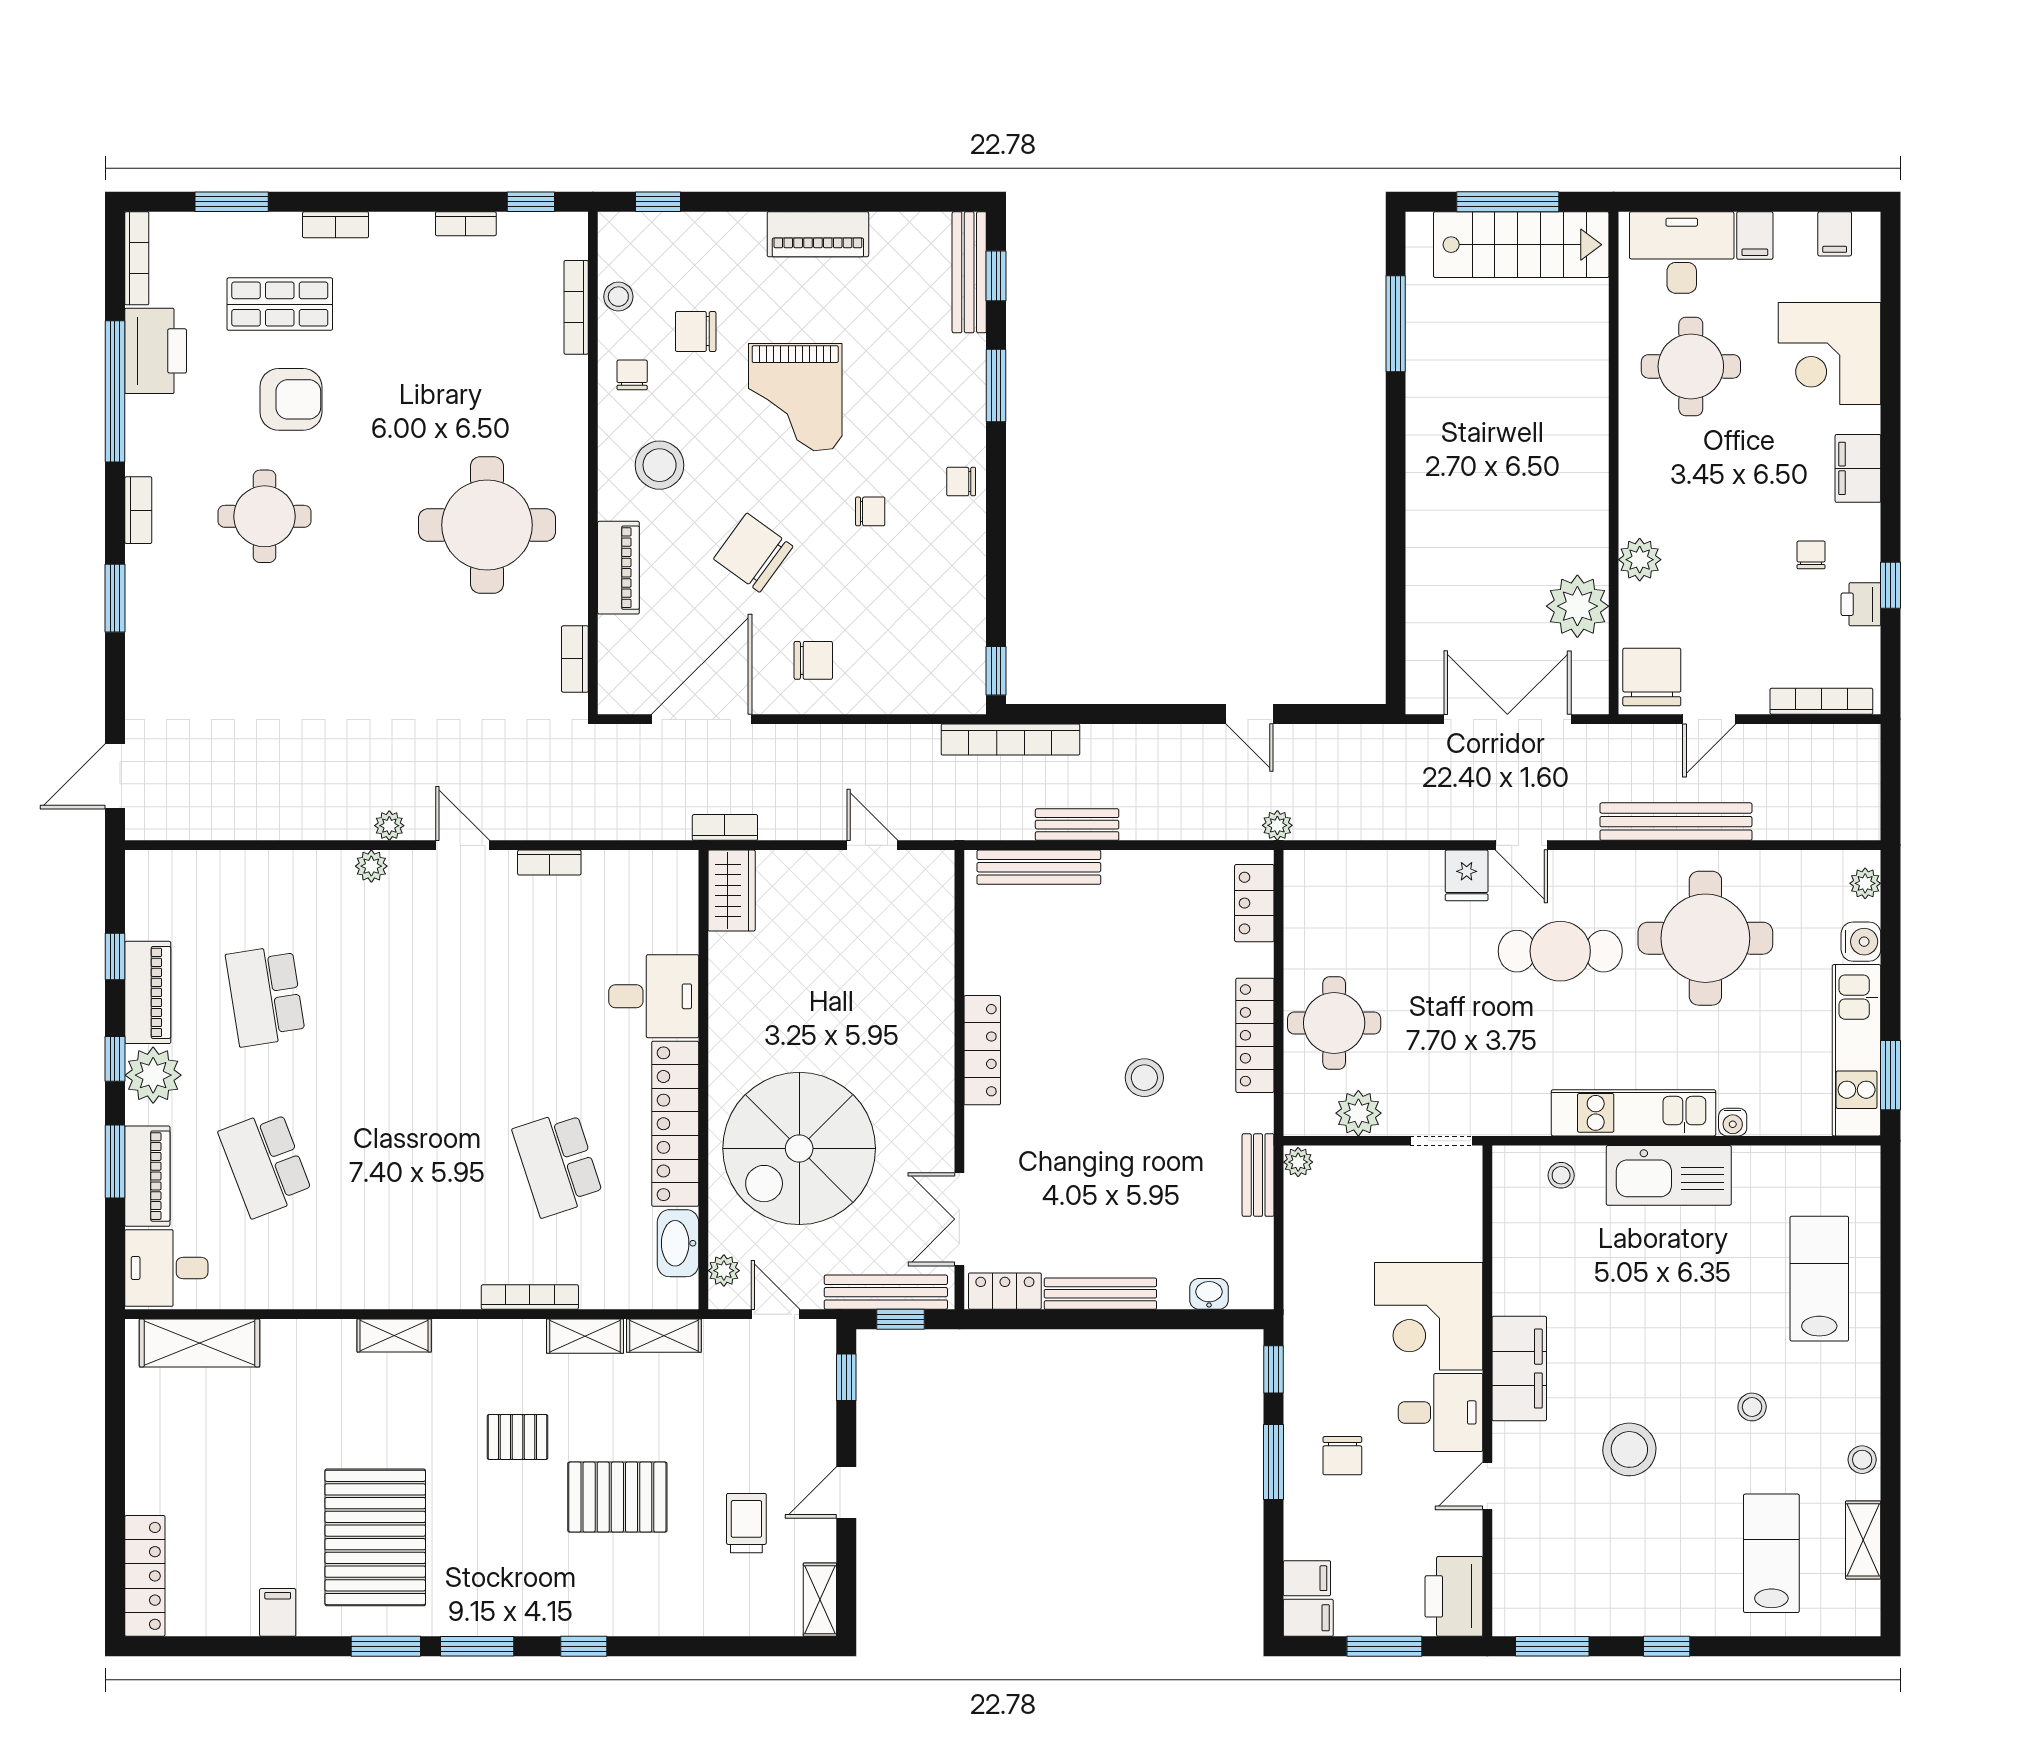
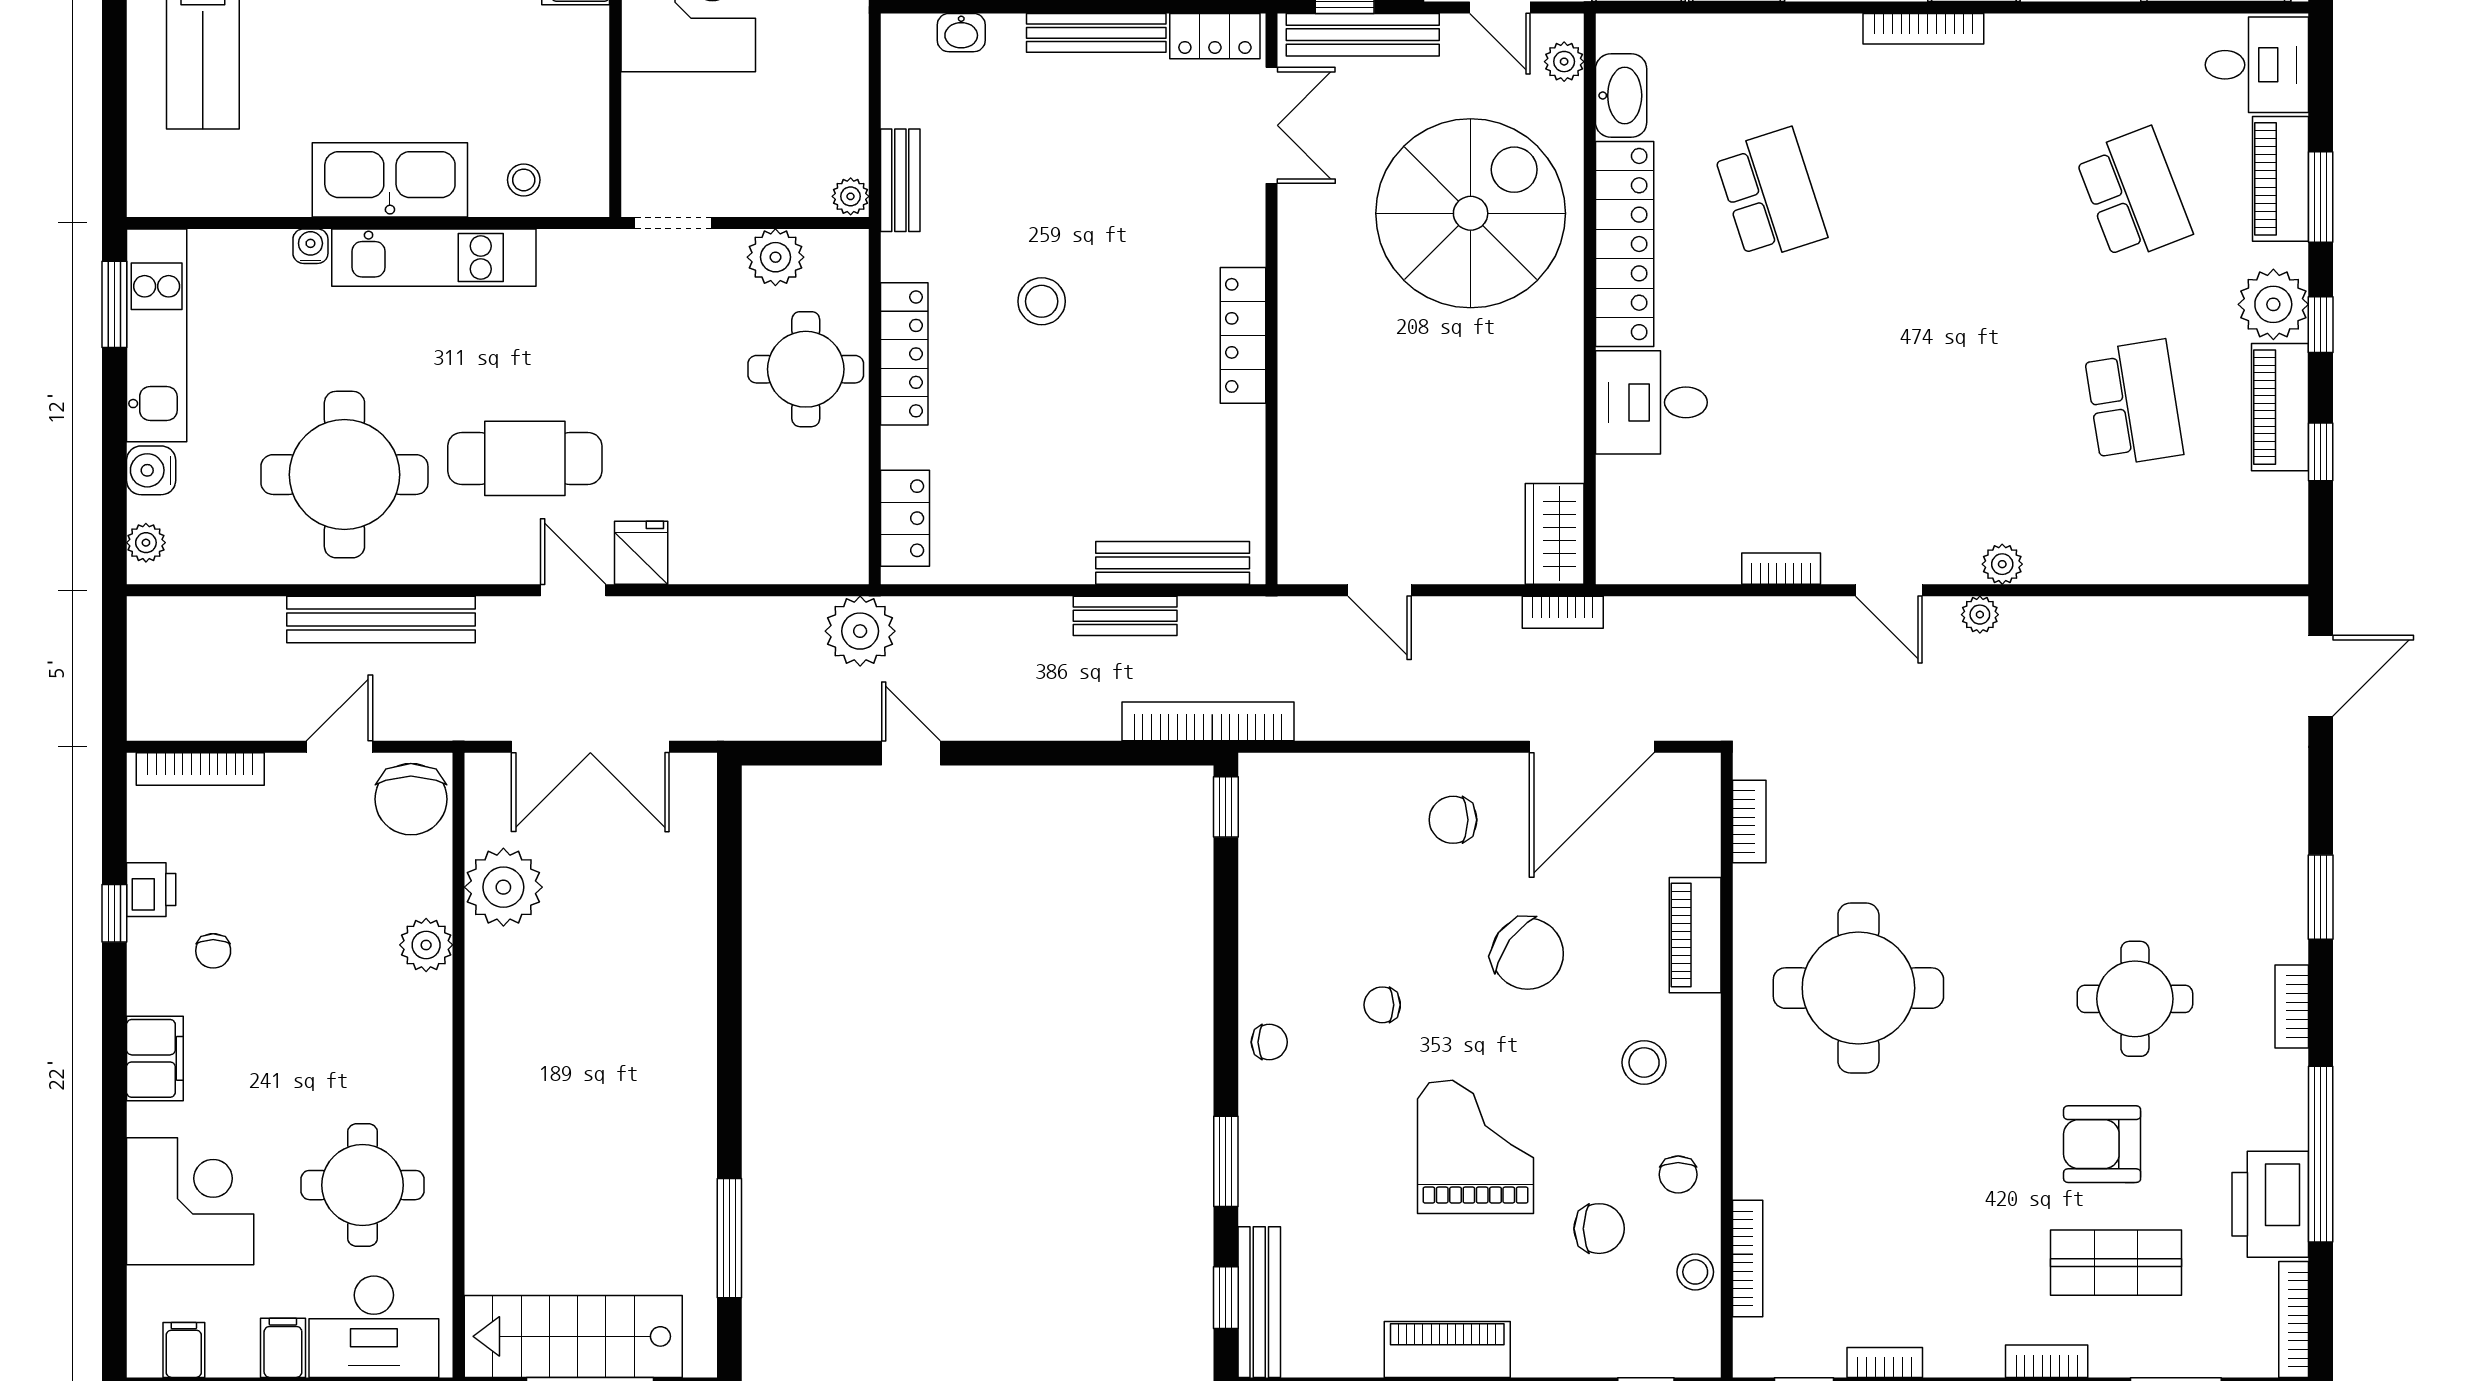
stool: (660, 465) -> (1644, 1062), width x0.73, depth x0.73
plant: (1277, 825) -> (860, 631), width x1.88, depth x1.88
bookcase: (530, 1297) -> (1923, 29), moved

